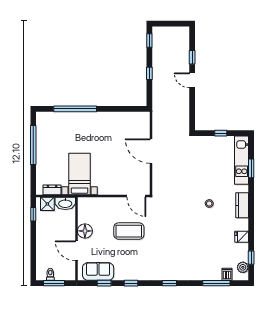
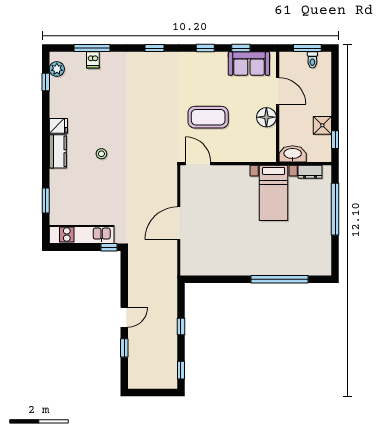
door: (192, 80) -> (124, 317), hinge flipped
window: (221, 133) -> (109, 247), moved
window: (33, 145) -> (335, 209), moved
door: (151, 151) -> (179, 223), swing flipped
kitchen unit: (242, 160) -> (82, 234), moved, turned -90
shower: (47, 204) -> (322, 125), moved
fridge: (242, 237) -> (58, 126), moved
dishwasher: (227, 274) -> (93, 60), moved

